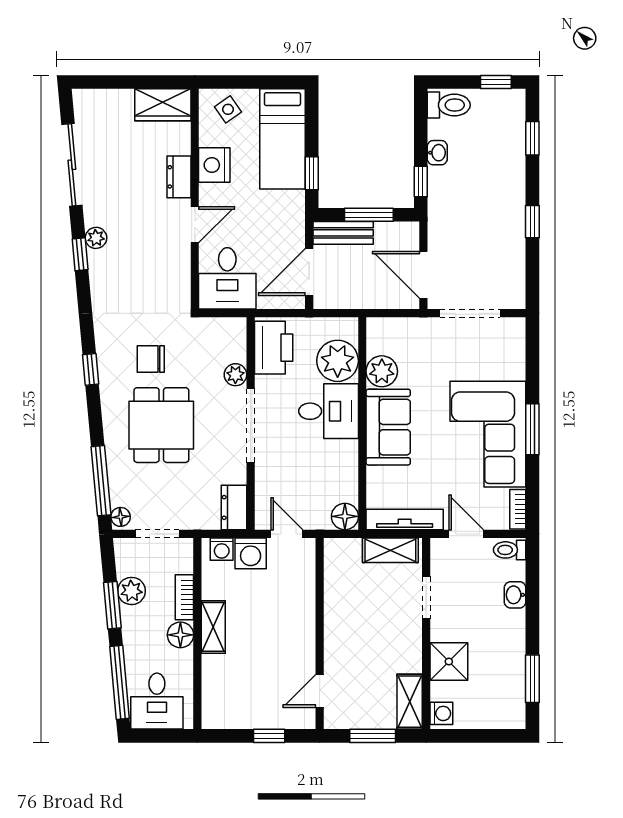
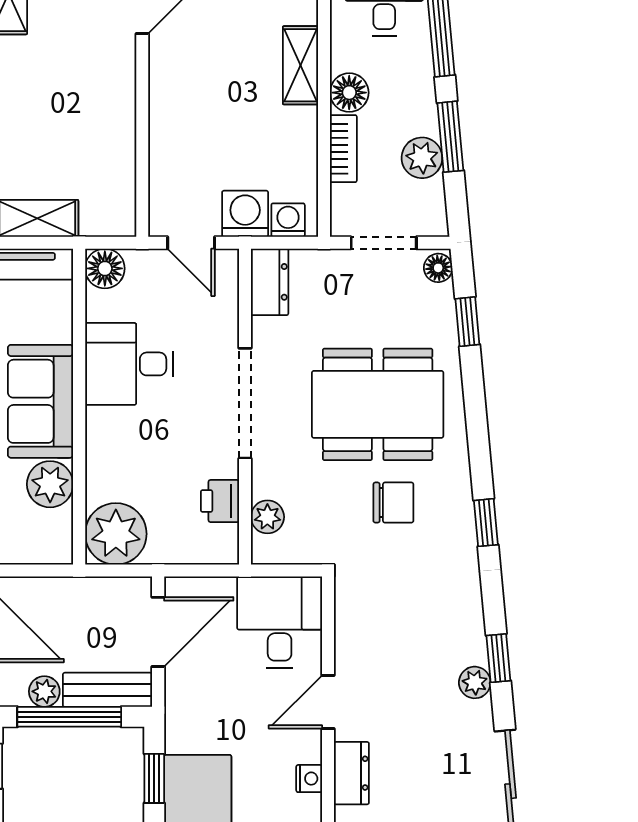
nightstand: (214, 165) -> (309, 779), width x0.53, depth x0.56
window: (369, 215) -> (69, 717), width x1.44
plant: (386, 232) -> (44, 691), added
printer: (274, 348) -> (220, 501), width x0.53, depth x0.68
plant: (338, 361) -> (116, 534), moved
window: (91, 369) -> (486, 523), moved
plant: (235, 375) -> (267, 517), moved
desk: (329, 411) -> (129, 364), moved
dining table: (161, 425) -> (378, 404), width x1.38
window: (101, 481) -> (467, 322), width x0.46
shelving: (213, 627) -> (300, 65), moved

